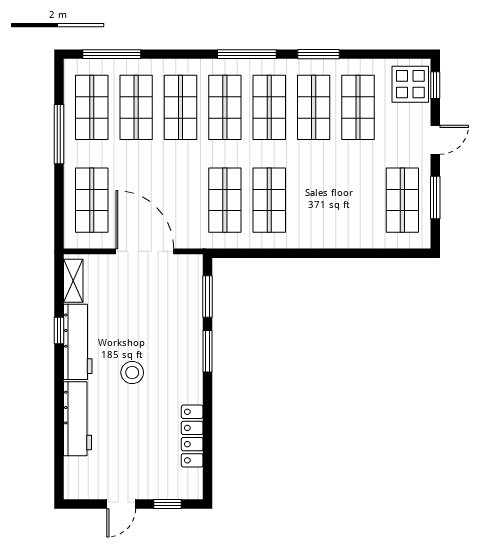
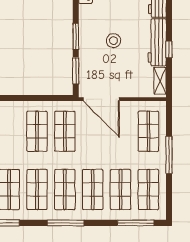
window: (247, 54) -> (66, 223), moved
window: (59, 134) -> (169, 155), moved
door: (145, 251) -> (101, 99), moved
stool: (132, 373) -> (114, 41), moved

